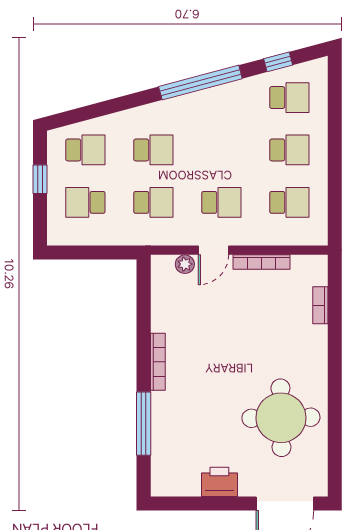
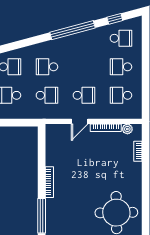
school desk: (153, 150) -> (47, 67), turned 180
school desk: (289, 150) -> (121, 67), turned 180
school desk: (289, 202) -> (121, 95), turned 180
plant: (185, 264) -> (127, 129), moved

